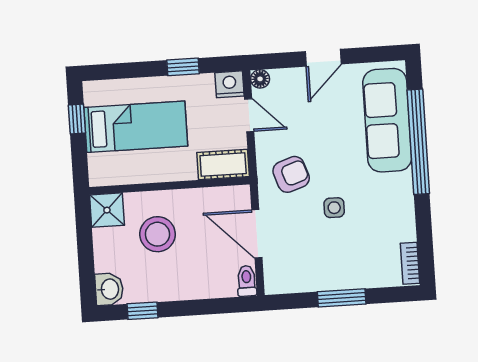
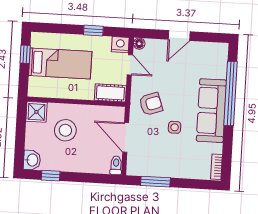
sofa: (387, 120) -> (211, 111), moved
window: (342, 298) -> (155, 182), moved

